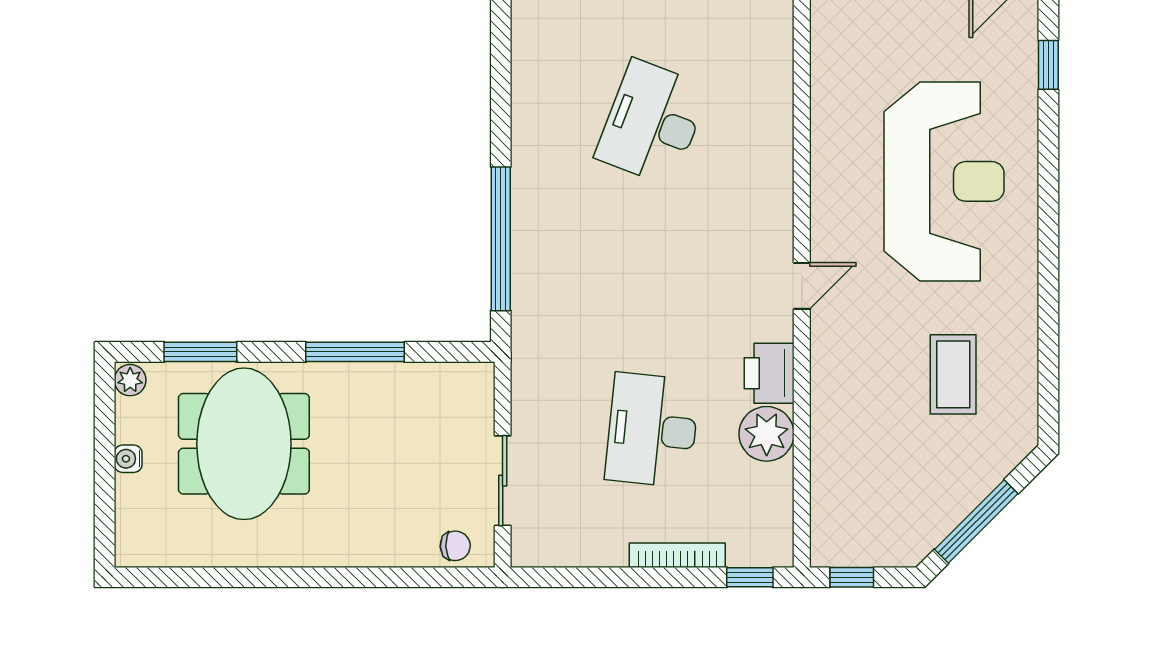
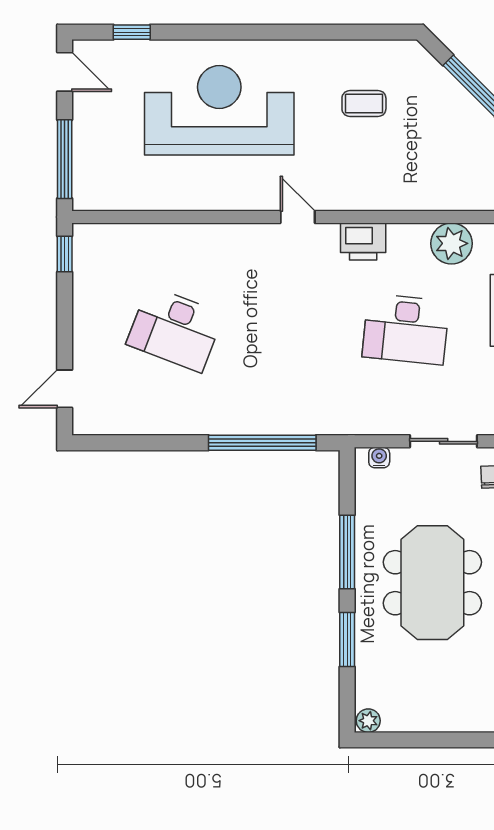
window: (200, 352) -> (347, 639), moved
coffee table: (953, 374) -> (364, 103), width x0.73, depth x0.77
plant: (767, 434) -> (451, 243), moved
meeting table: (244, 444) -> (432, 583), moved, turned 90
water cooler: (128, 459) -> (379, 457), moved, turned 180

